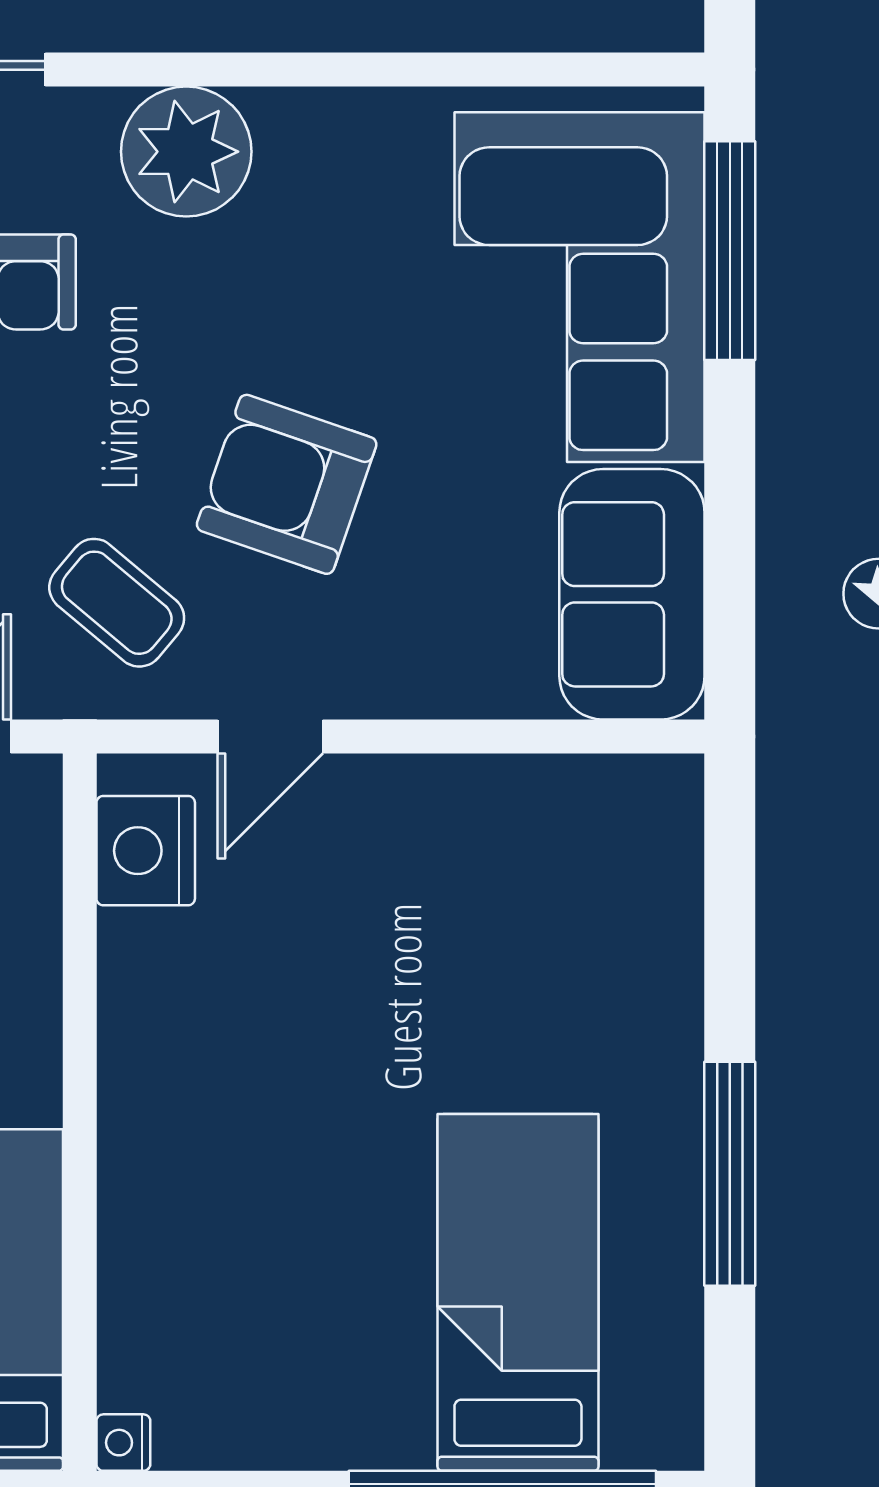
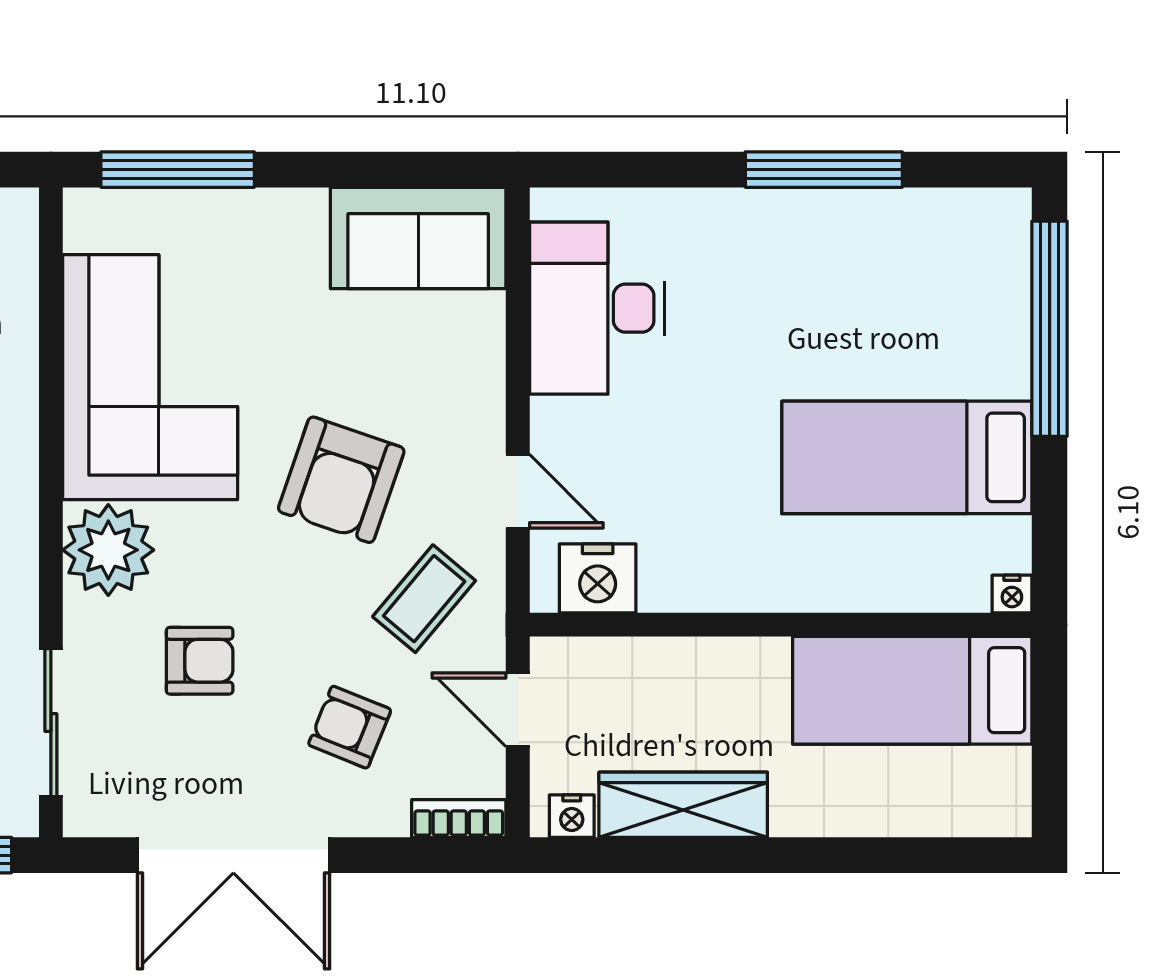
corner sofa: (580, 287) -> (150, 377), moved, turned -90
desk: (532, 850) -> (597, 308), added
bed: (518, 1292) -> (907, 457), moved

